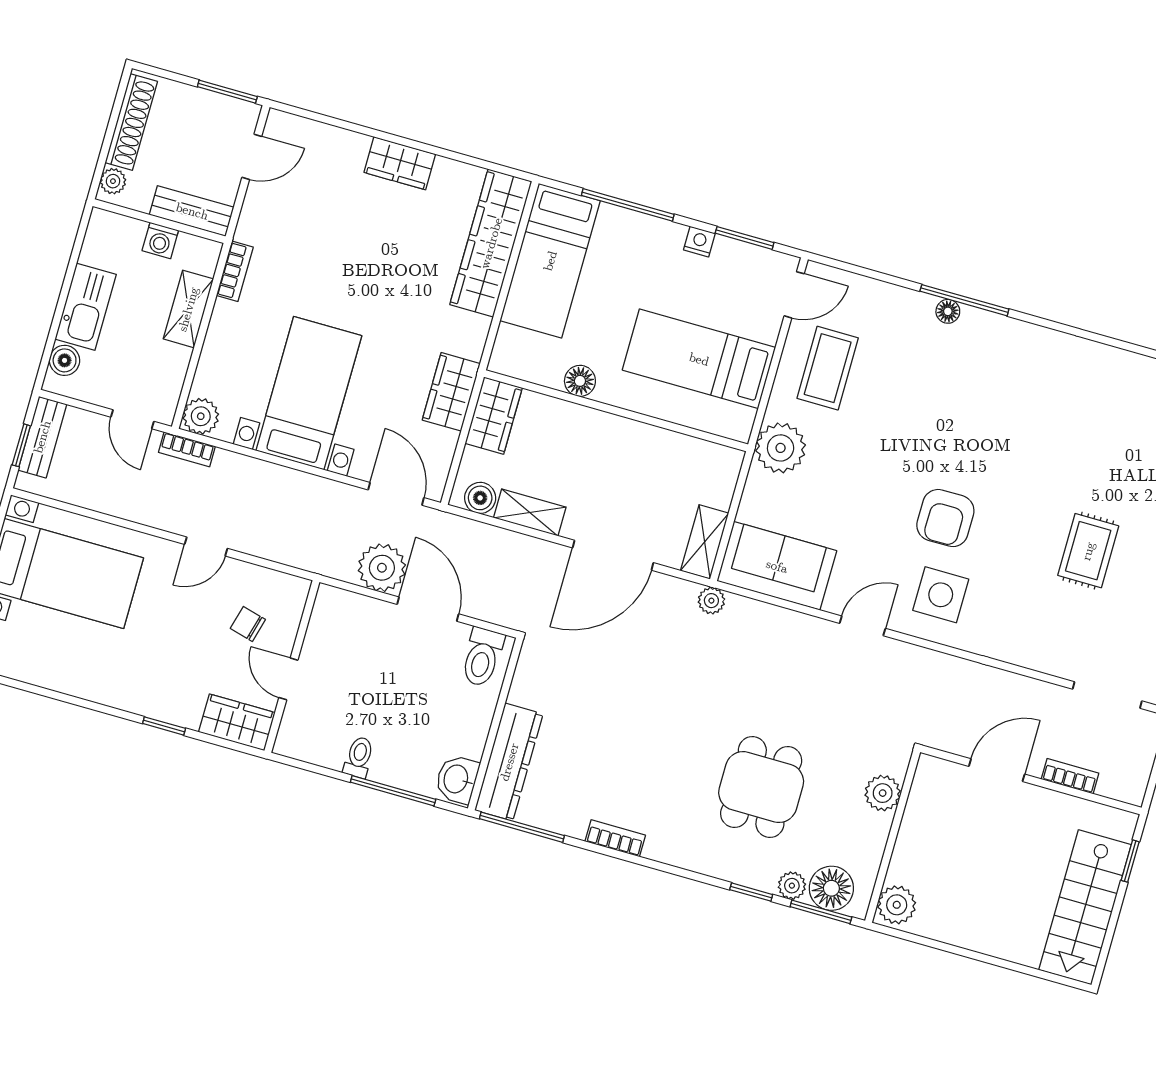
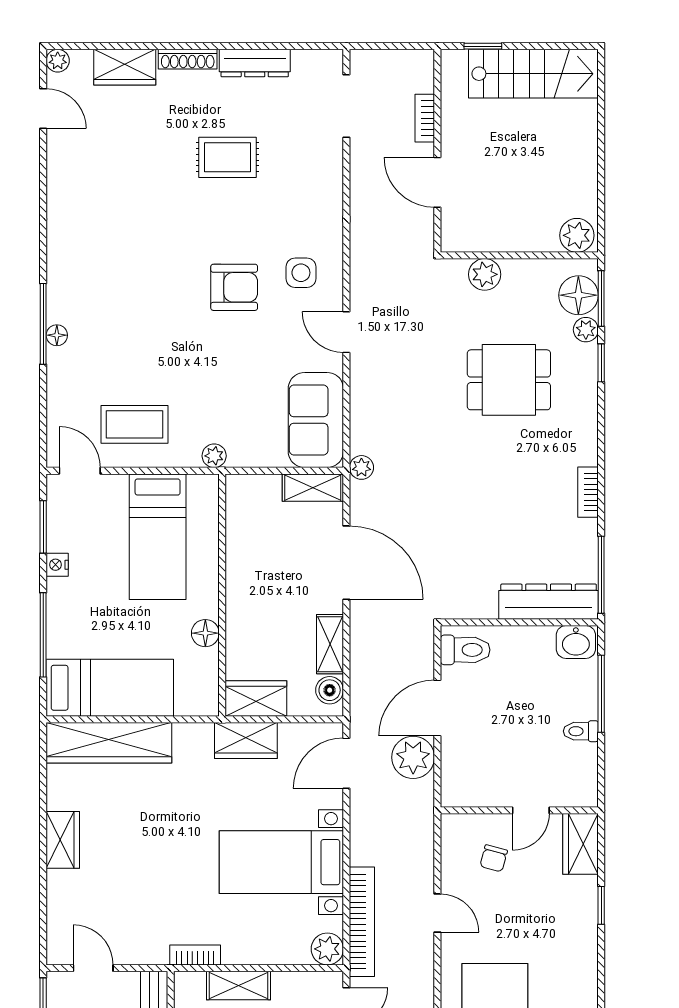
plant: (781, 448) -> (214, 456), width x0.53, depth x0.53
bookcase: (187, 449) -> (362, 922), width x2.31, depth x1.31
side table: (941, 595) -> (301, 273), width x0.73, depth x0.73

